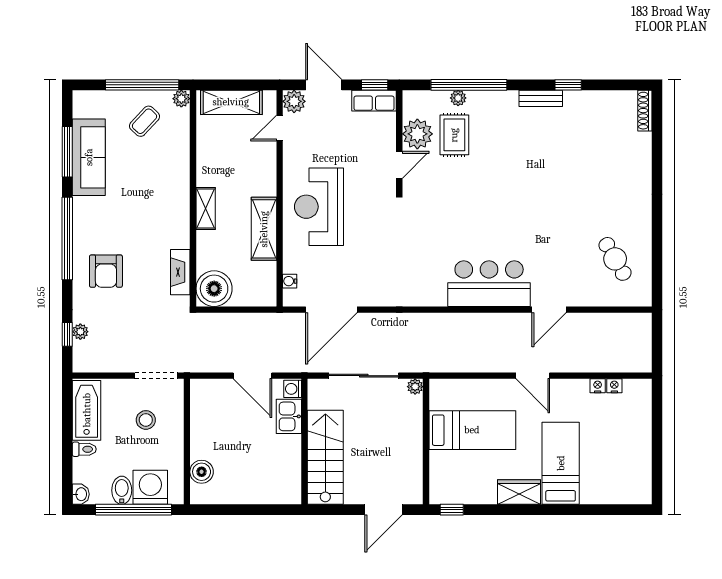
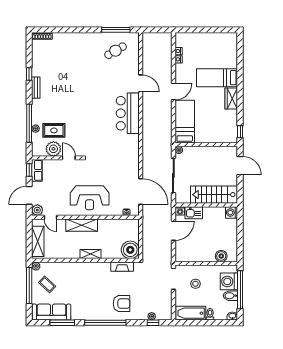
sofa: (89, 157) -> (52, 312), moved
shelving: (264, 229) -> (82, 225), moved
window: (657, 260) -> (116, 30), added
bed: (472, 430) -> (185, 122), moved
washing machine: (289, 492) -> (231, 212), added

